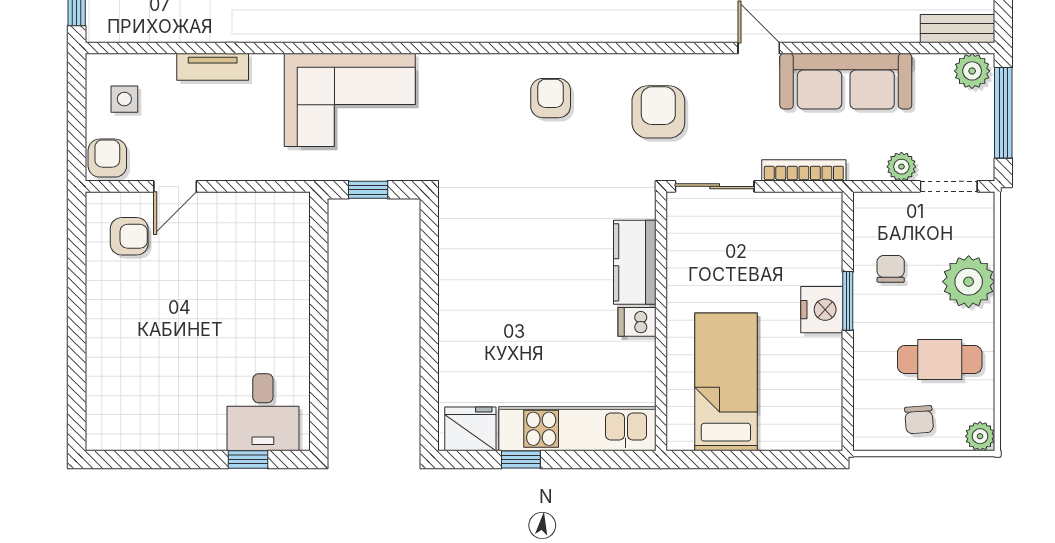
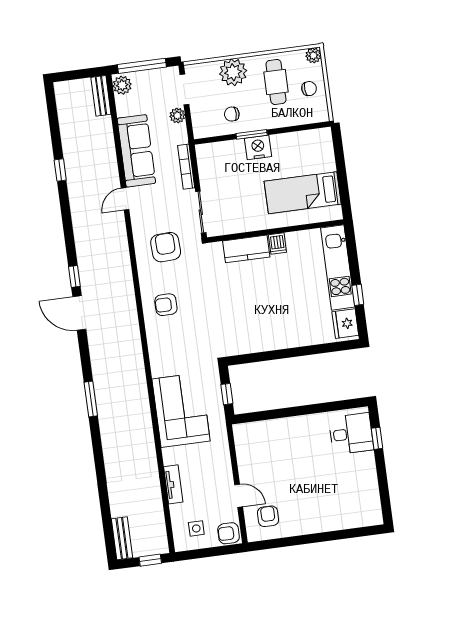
armchair: (658, 112) -> (166, 247), turned 88

